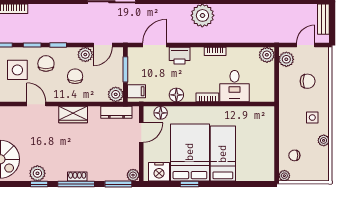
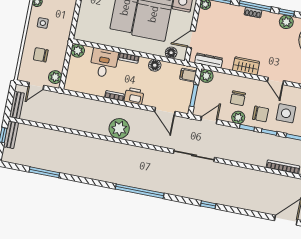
door: (155, 45) -> (165, 111), hinge flipped
plant: (85, 55) -> (238, 117), moved
plant: (267, 55) -> (78, 51), moved
printer: (180, 56) -> (134, 96), moved
chair: (46, 64) -> (261, 114), turned -90

